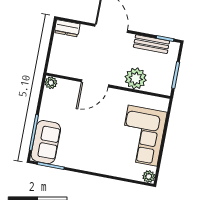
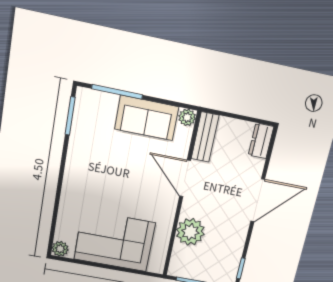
bench: (151, 44) -> (205, 137), moved
sofa: (46, 142) -> (147, 118), moved

